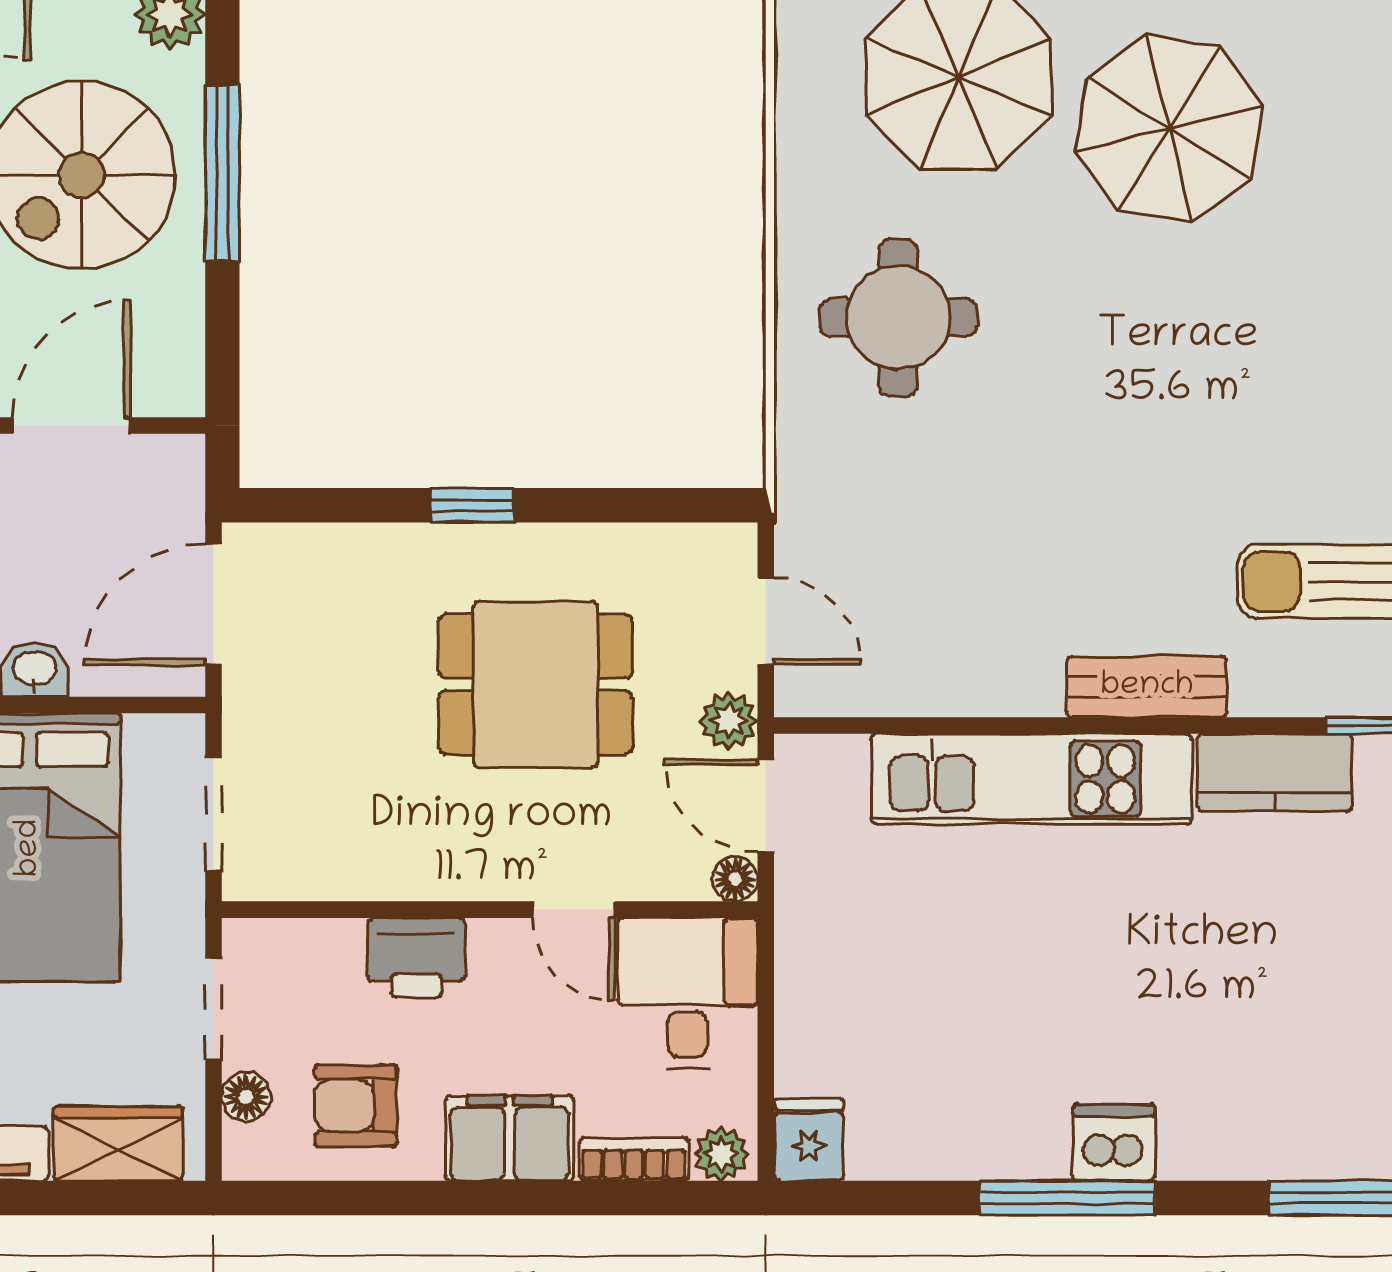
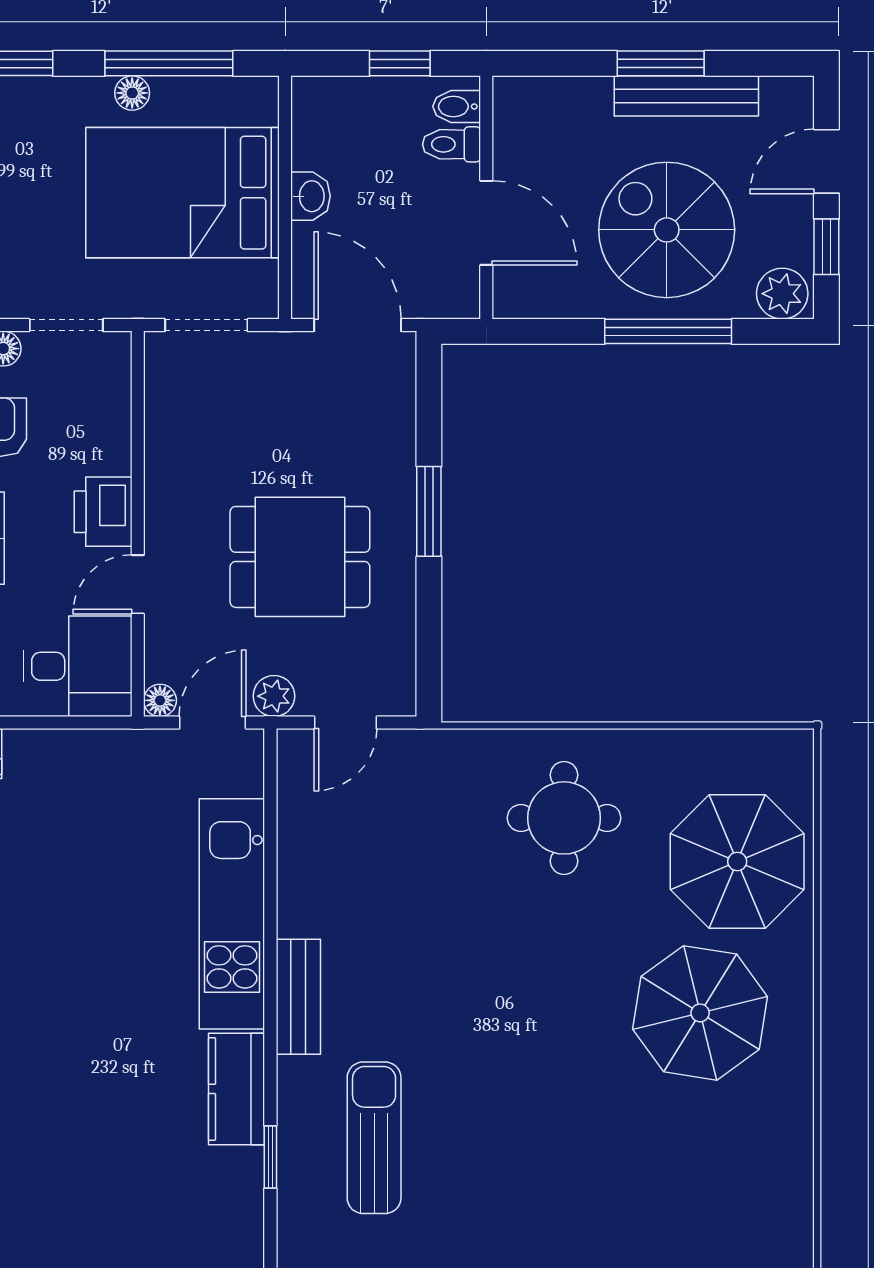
window: (472, 505) -> (429, 511), width x1.50
dining table: (536, 684) -> (300, 557), turned 90
printer: (416, 958) -> (103, 512), moved

